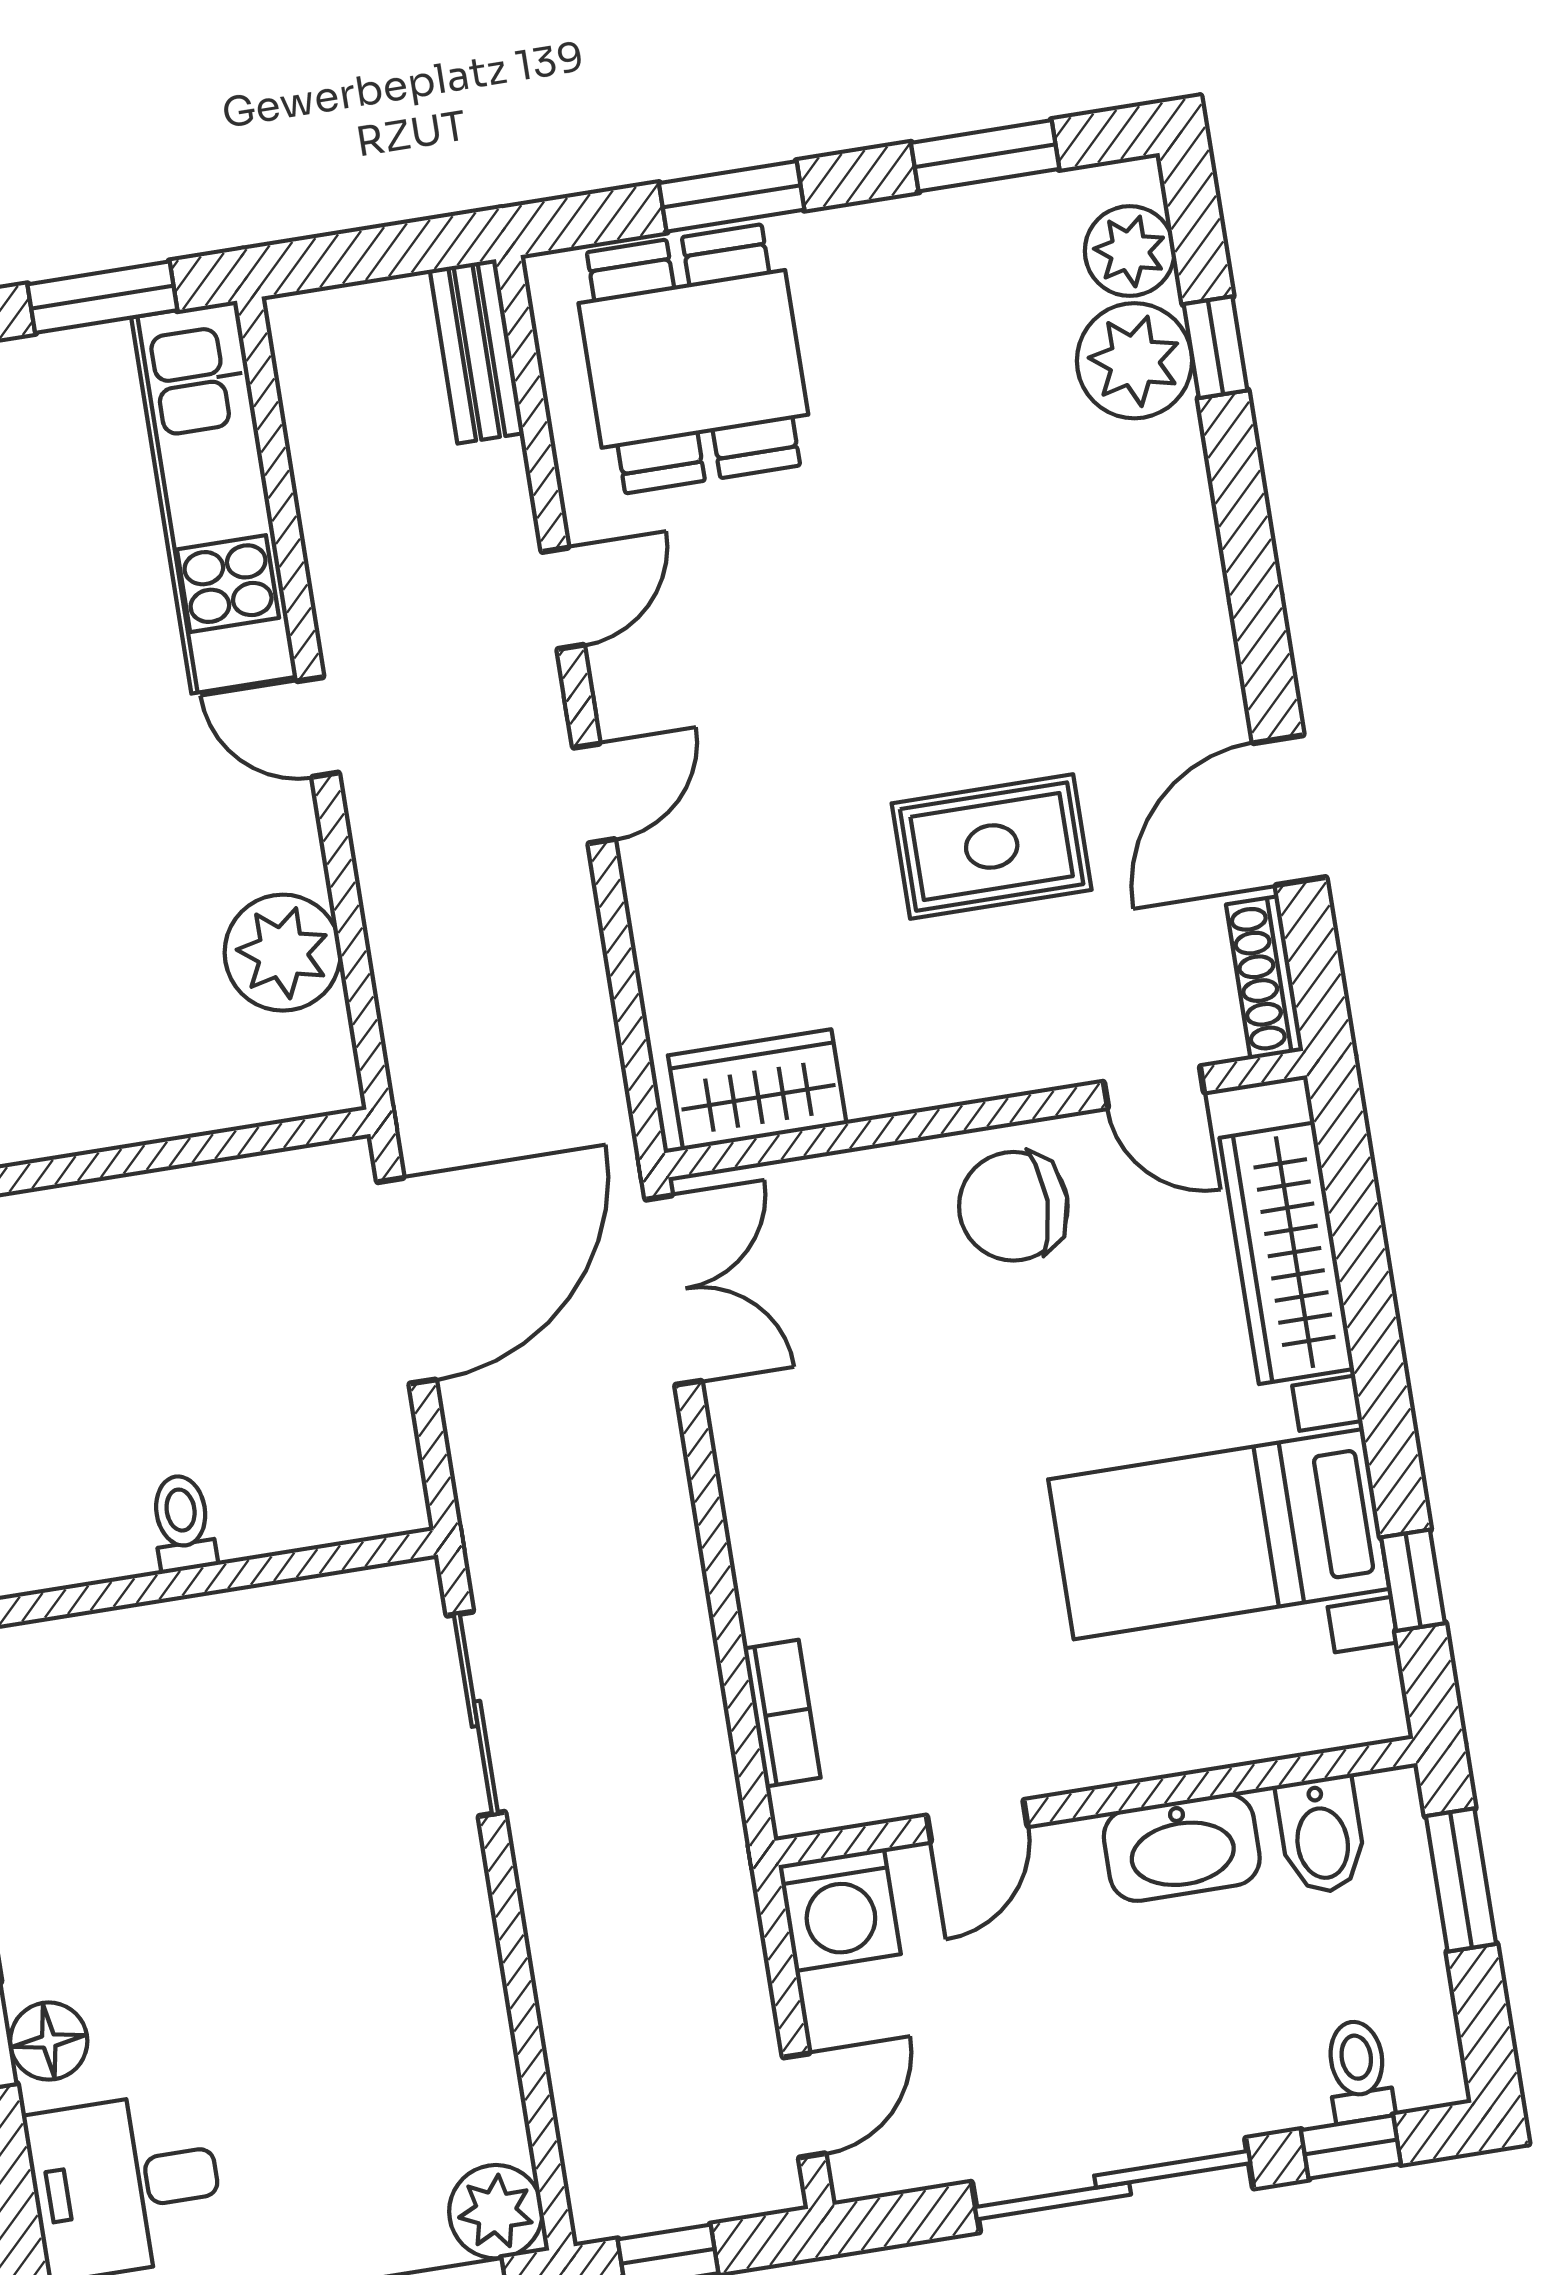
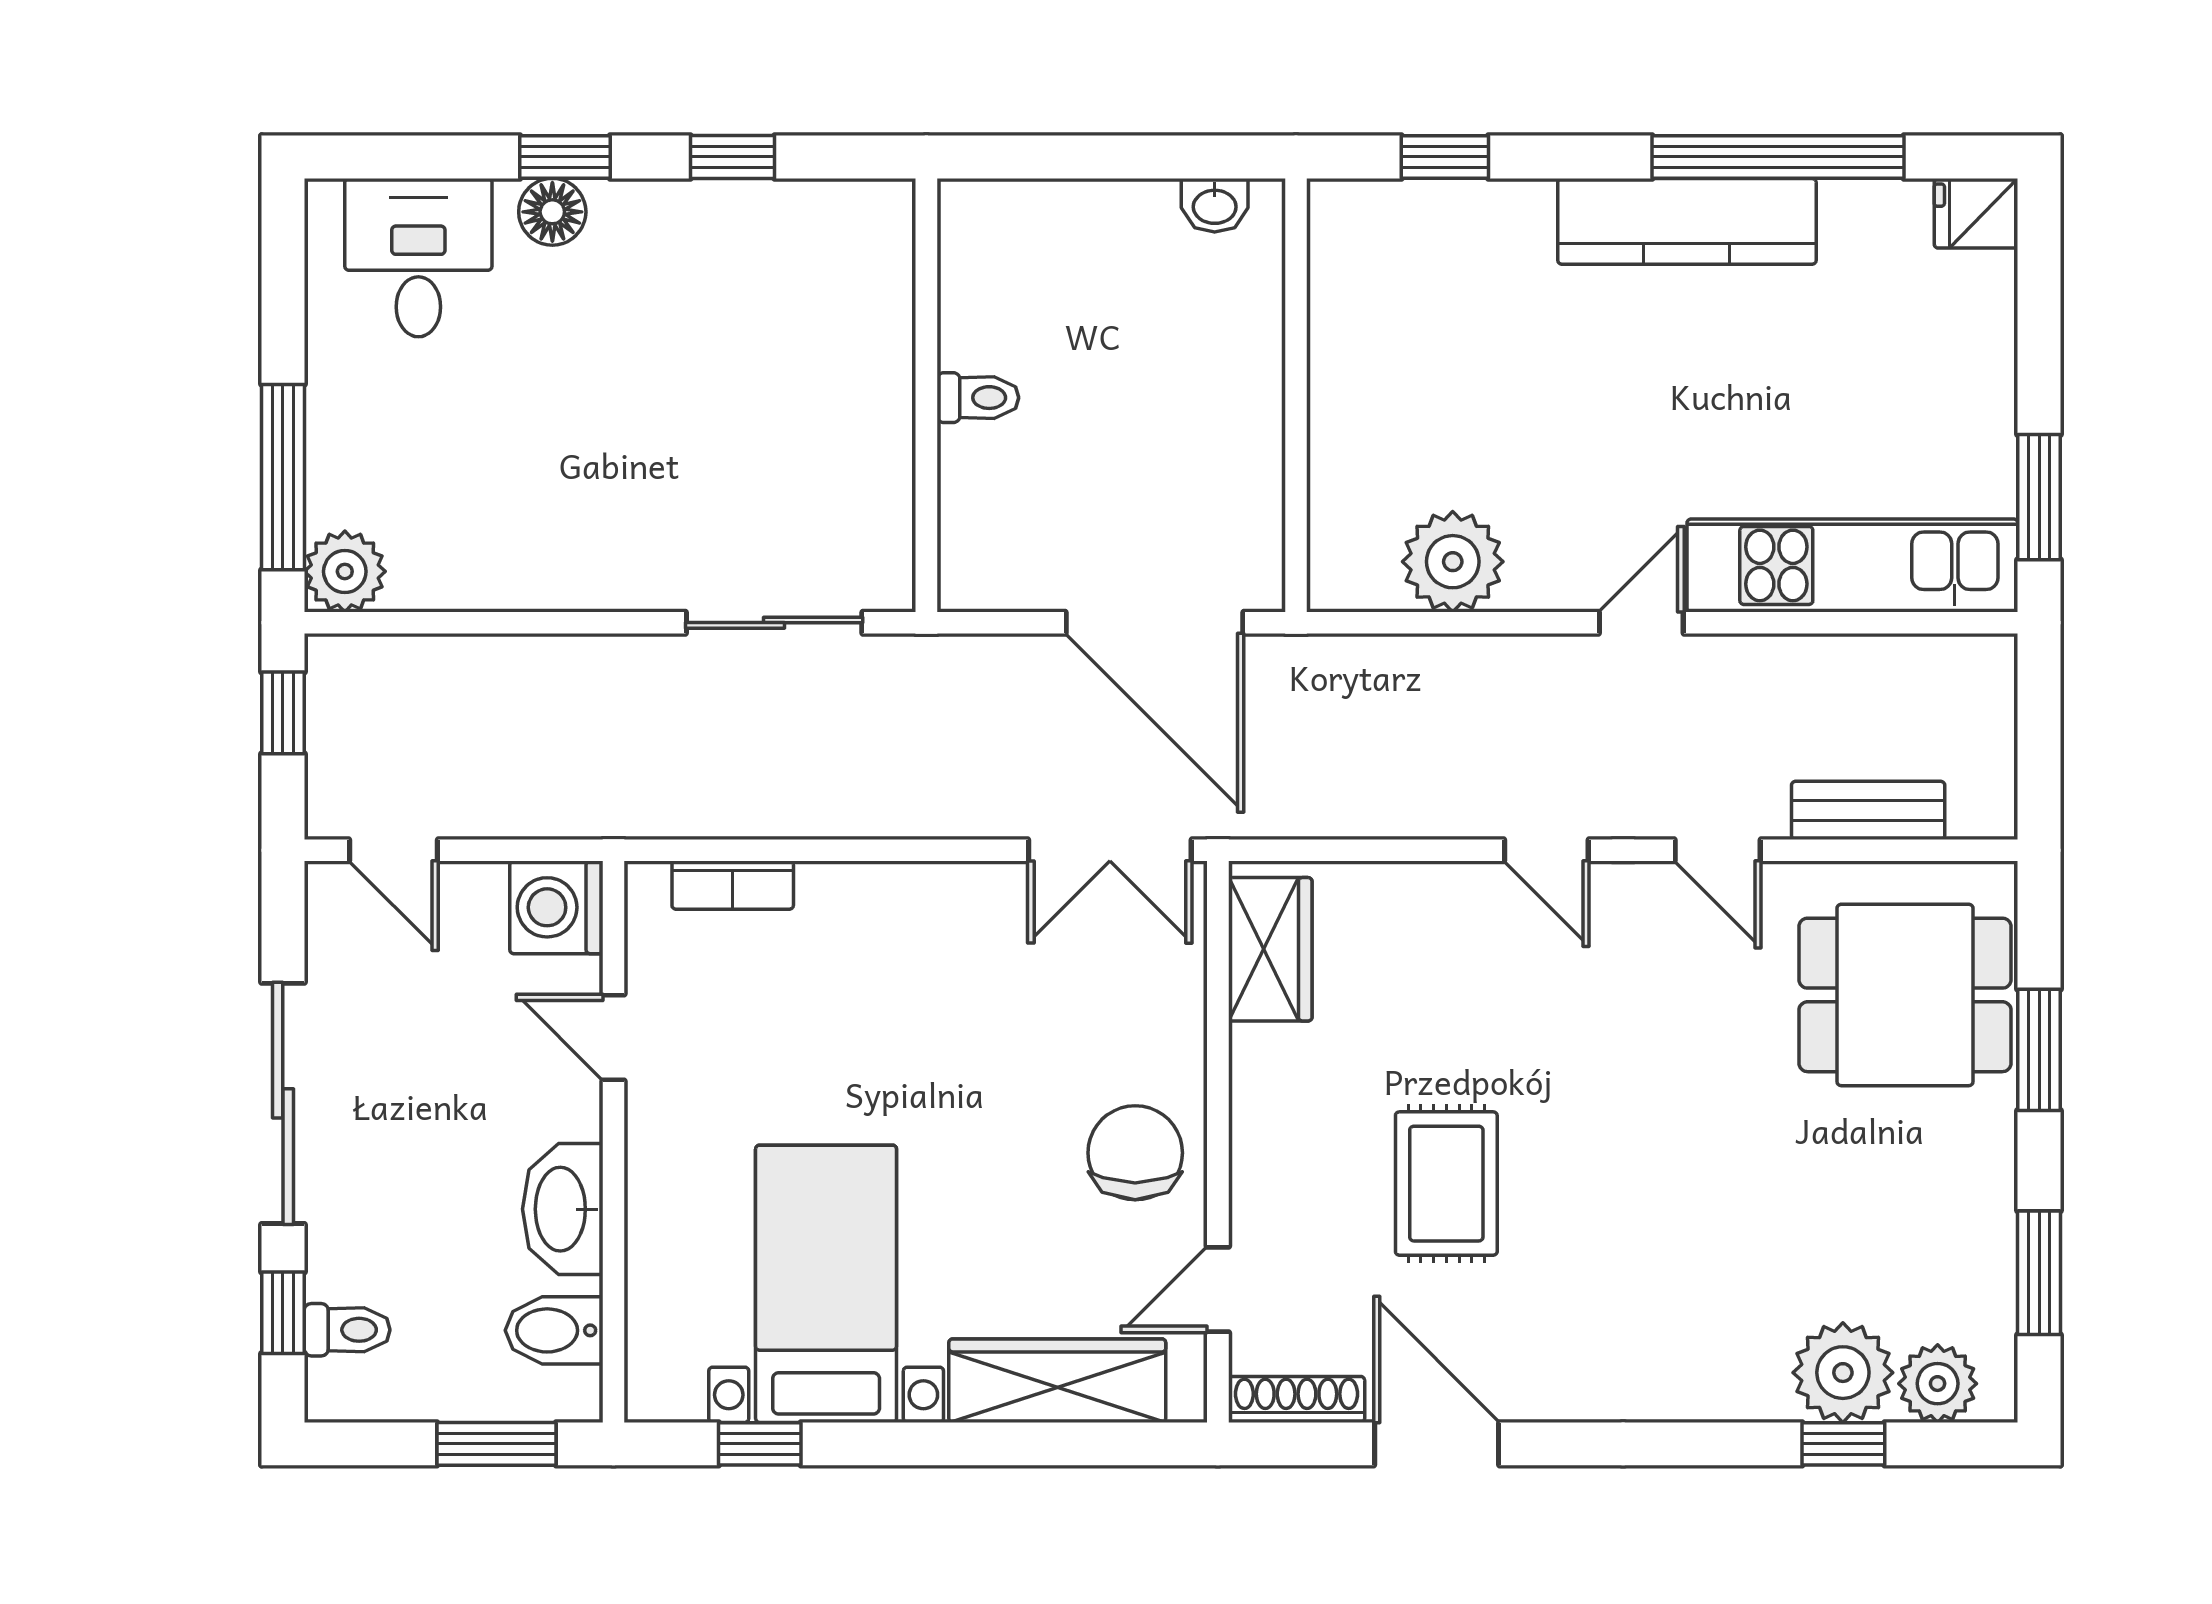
bench: (477, 351) -> (1868, 810), moved

